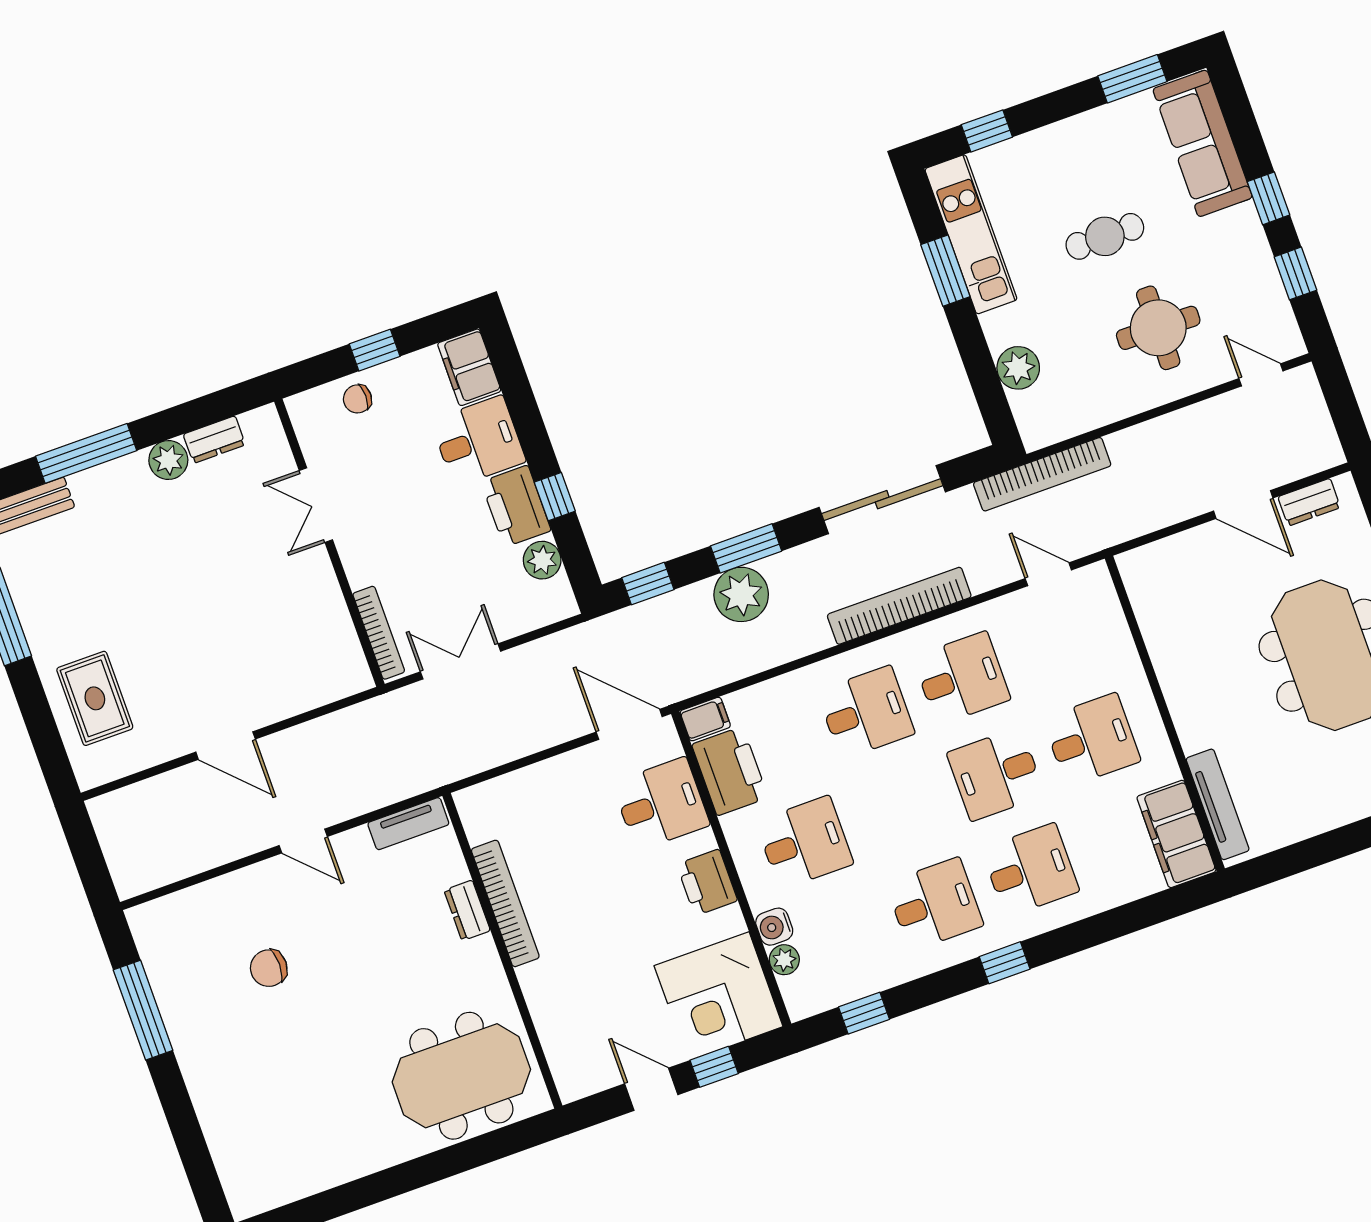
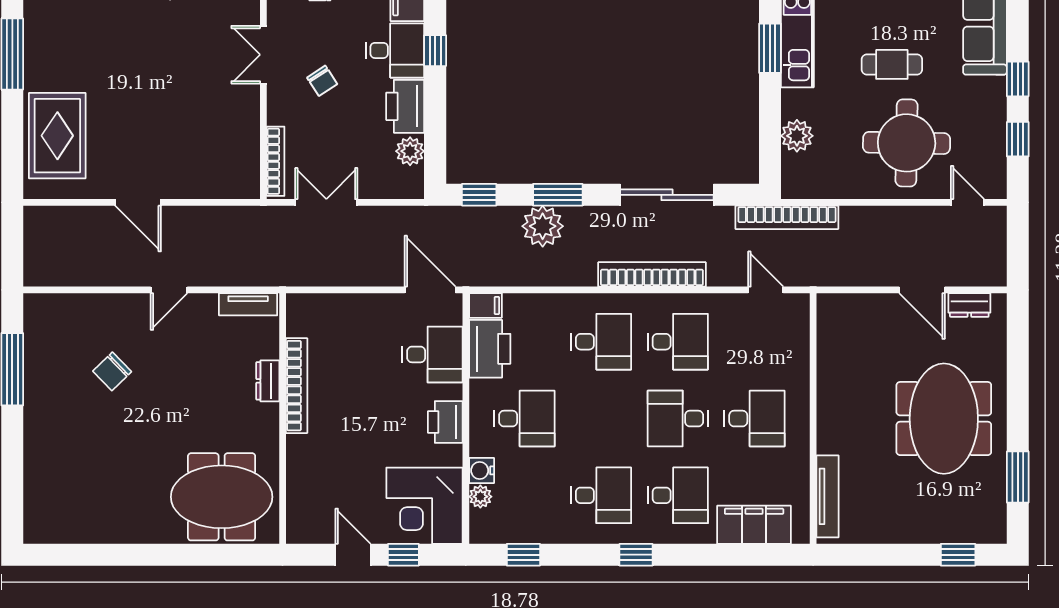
round table: (1158, 328) -> (907, 143), width x1.36, depth x1.36
window: (555, 497) -> (435, 51), moved
chair: (401, 511) -> (322, 81), added
rug: (95, 698) -> (57, 136), width x1.36, depth x1.43
filing cabinet: (1176, 834) -> (754, 525), moved, turned 90
door: (303, 841) -> (169, 290), hinge flipped
chair: (269, 968) -> (112, 371), turned -44

